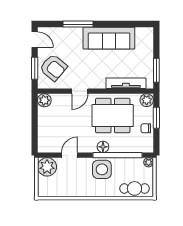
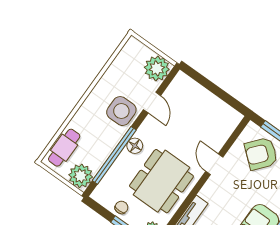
plant: (44, 100) -> (232, 118), removed
plant: (149, 162) -> (81, 176), width x1.88, depth x1.88
side table: (102, 169) -> (121, 111), moved

